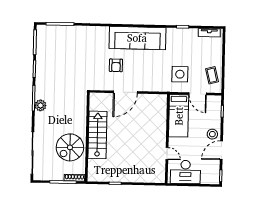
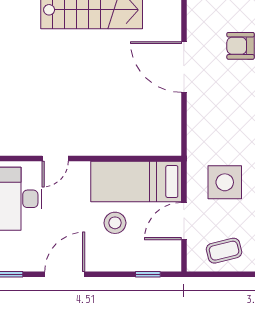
stool: (212, 134) -> (115, 223), moved
door: (221, 150) -> (65, 274), hinge flipped

